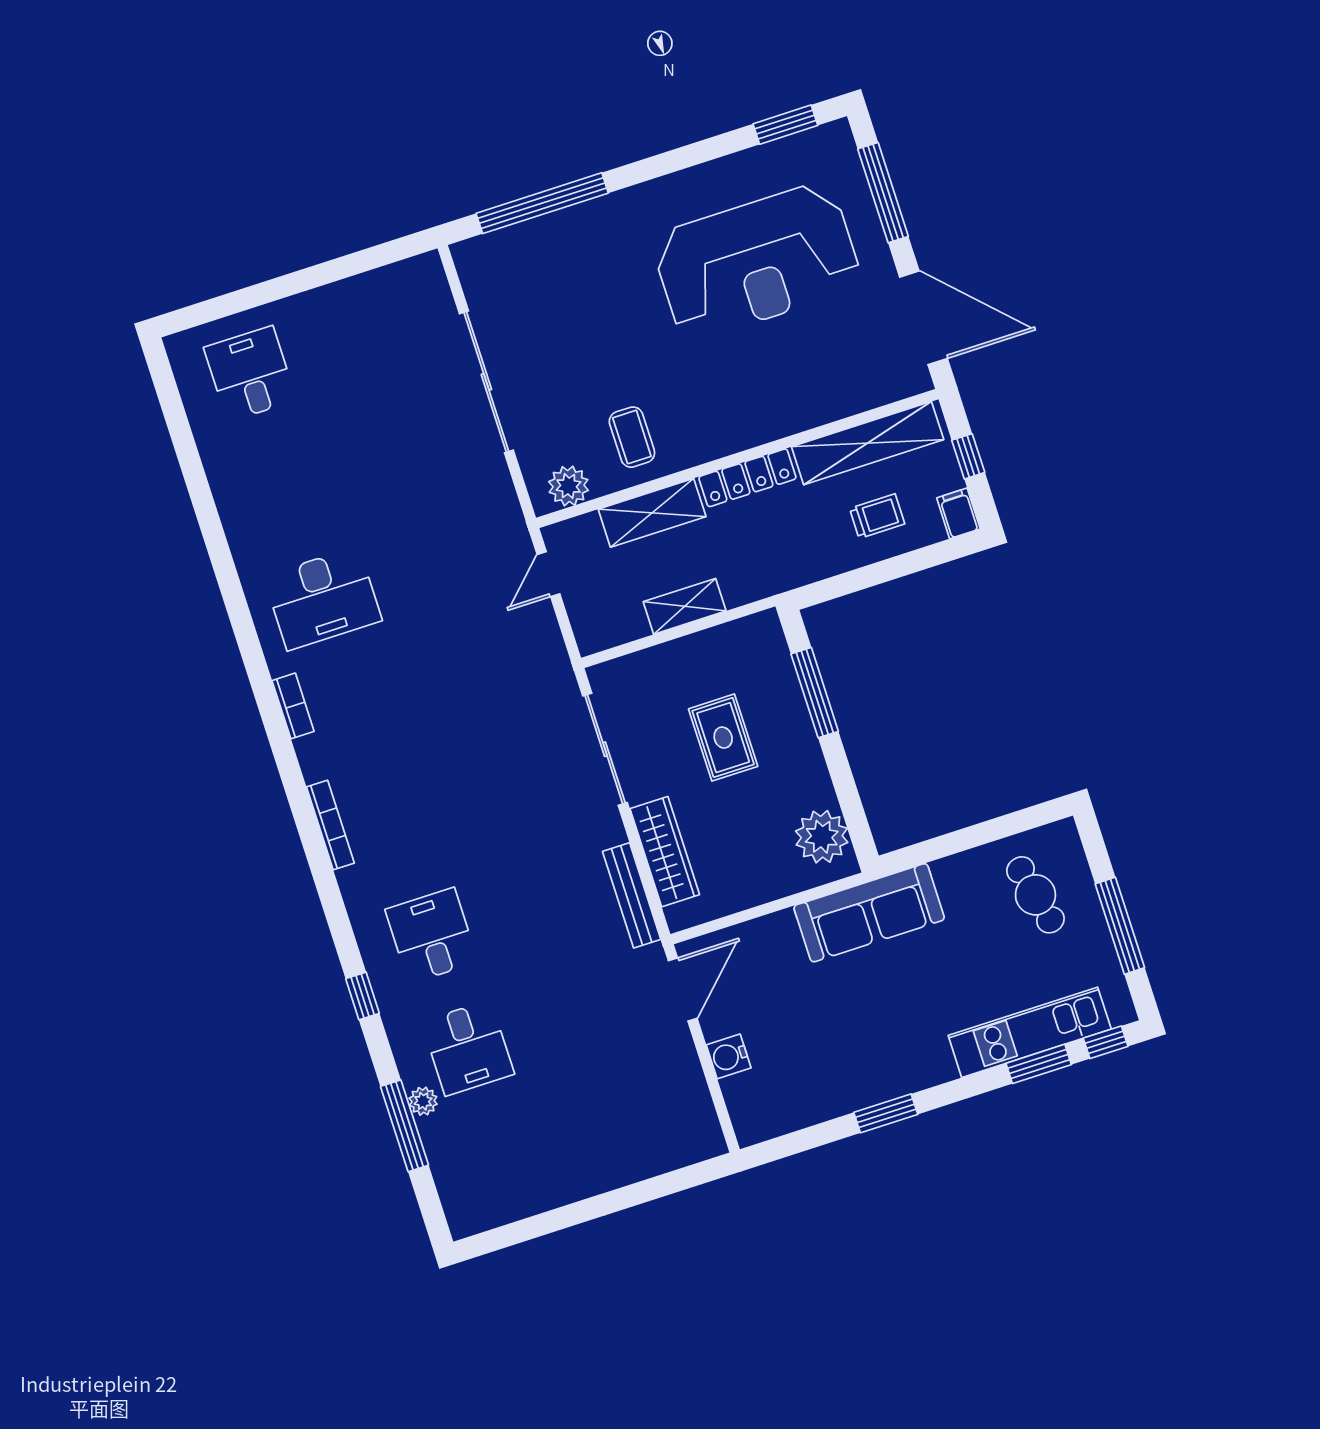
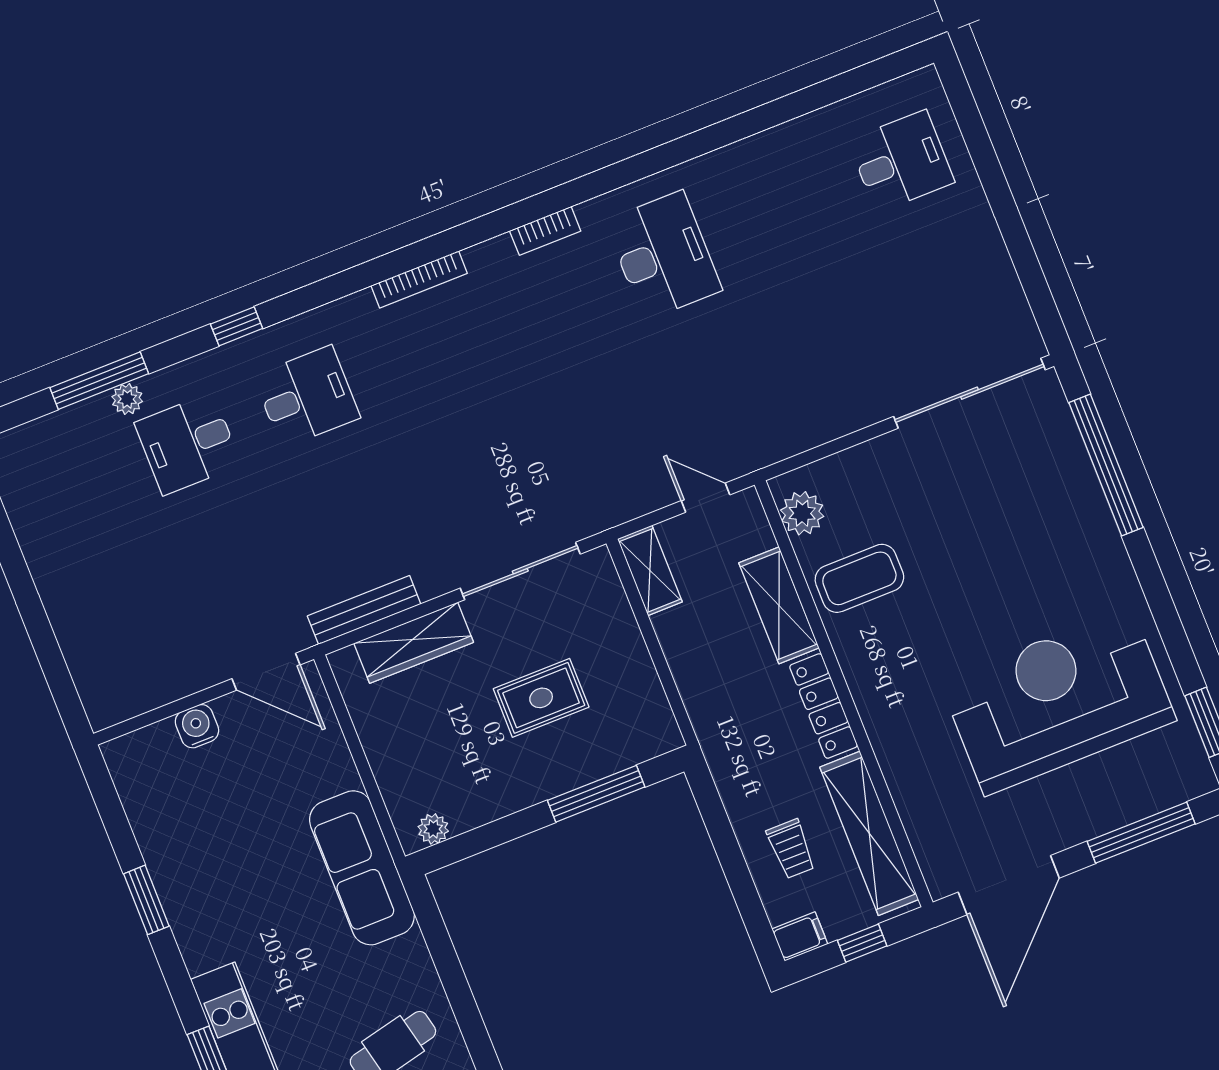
reception desk: (757, 262) -> (1058, 701), turned 90
sliding door: (486, 382) -> (969, 393), moved
coffee table: (632, 437) -> (859, 578), width x1.36, depth x1.30
desk: (323, 598) -> (663, 255), turned 180
shelving: (685, 606) -> (650, 570), moved
plant: (822, 837) -> (433, 829), width x0.53, depth x0.53

